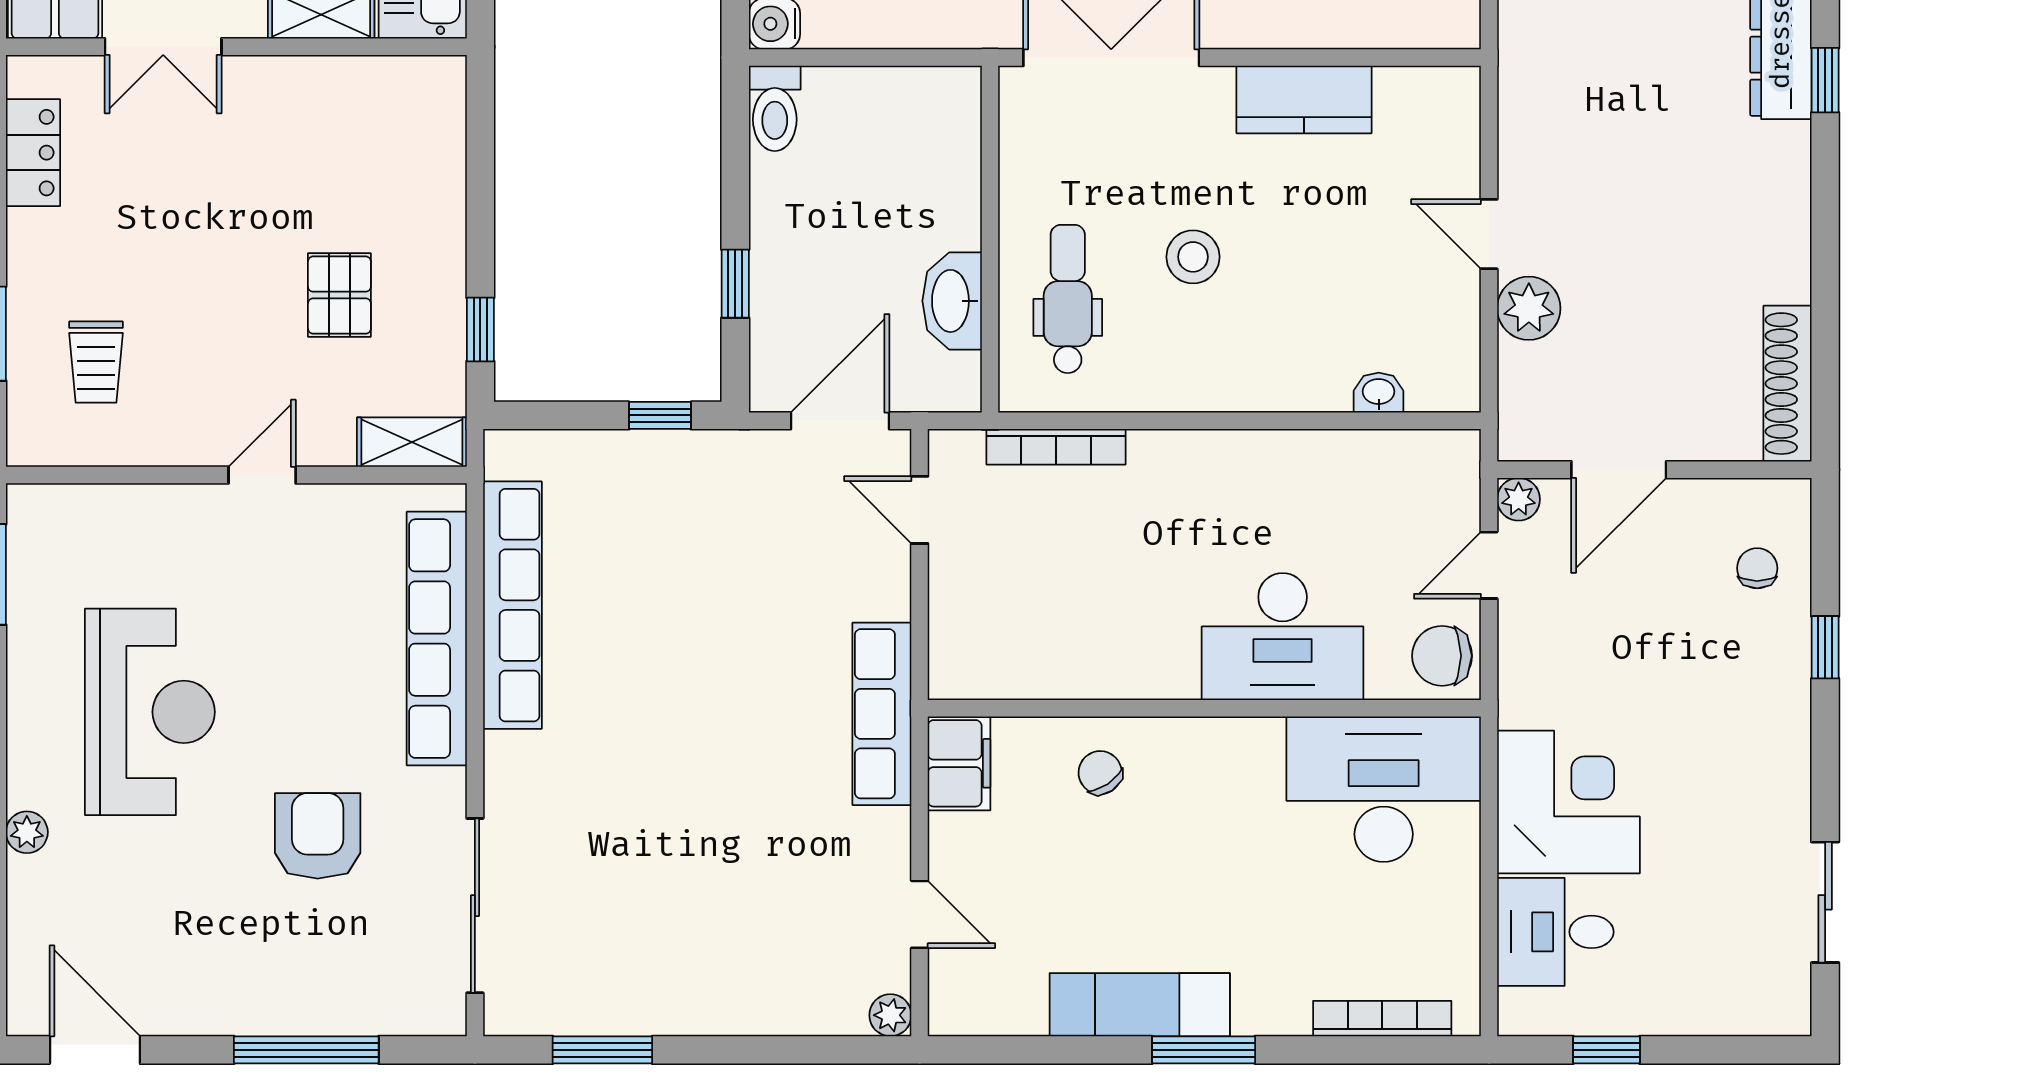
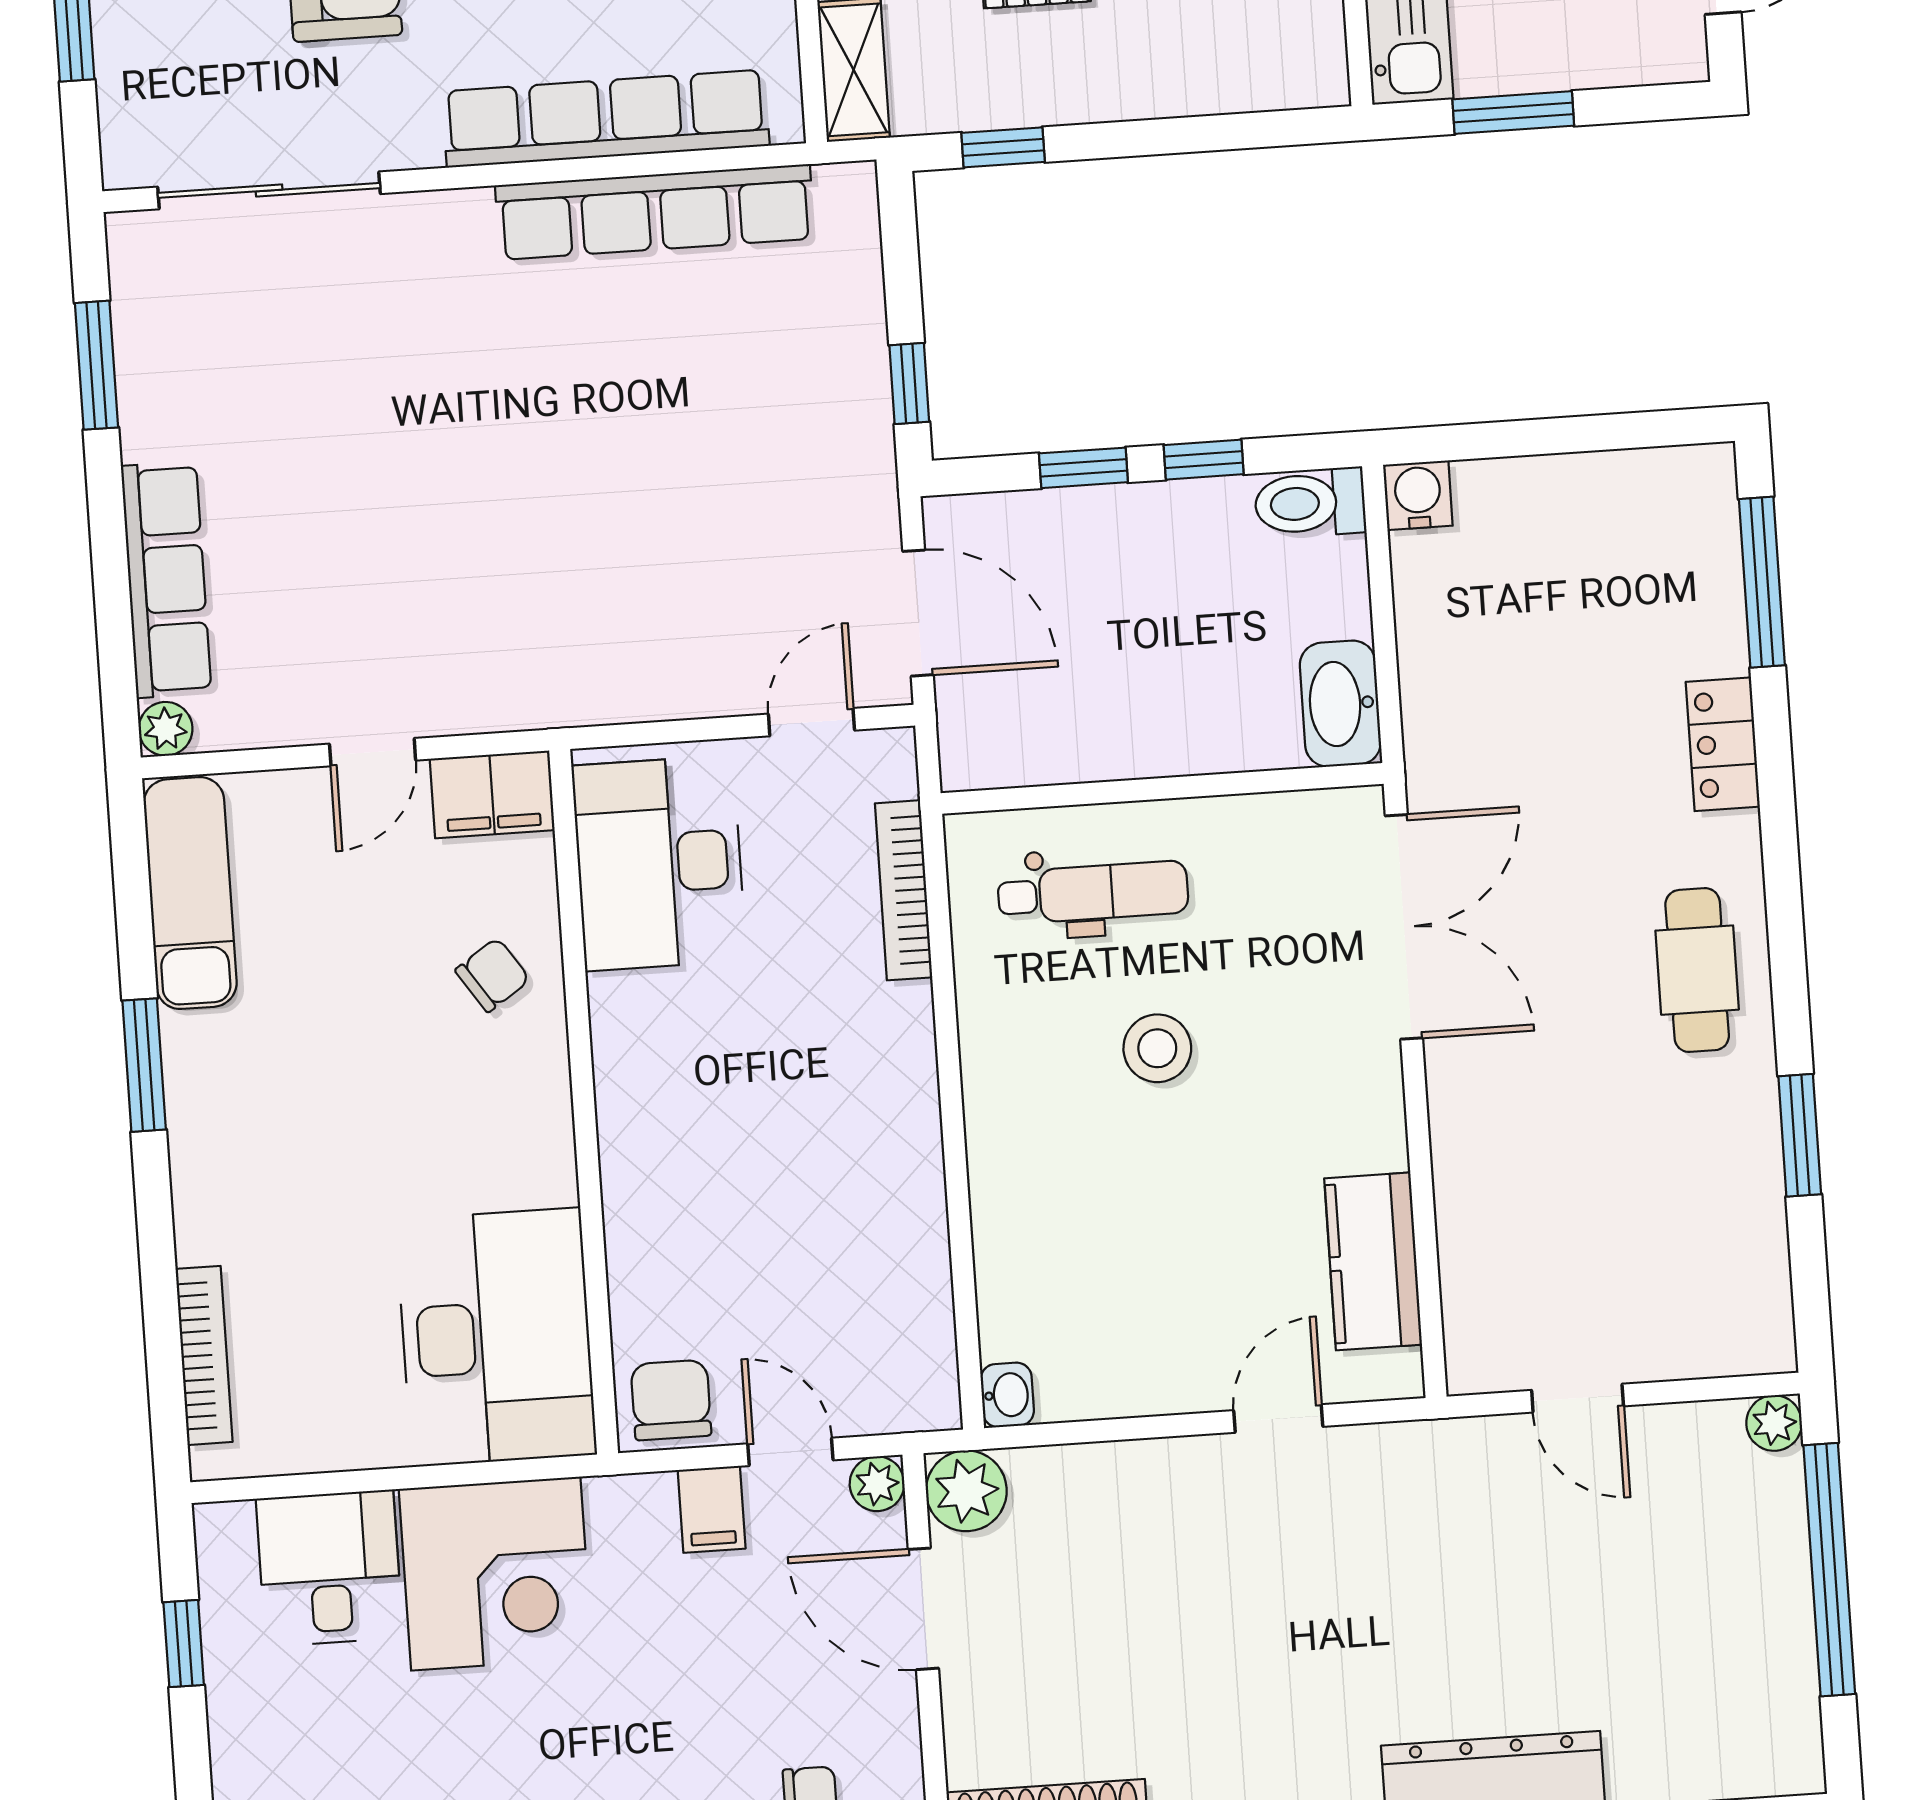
kitchen counter: (1304, 100) -> (1373, 1261), moved
window: (735, 189) -> (1204, 460), added
door: (1489, 234) -> (1278, 1419), moved
washbasin: (952, 301) -> (1340, 704), moved, turned -90
plant: (1529, 308) -> (966, 1491), moved
washbasin: (1379, 393) -> (1007, 1395), moved
filing cabinet: (1530, 630) -> (712, 1509), added
desk: (1283, 637) -> (659, 863), moved
row of seats: (882, 714) -> (166, 580), moved, turned 90
door: (920, 914) -> (373, 752), moved
exam couch: (1140, 1005) -> (190, 893), moved
window: (1204, 1050) -> (144, 1065), moved

